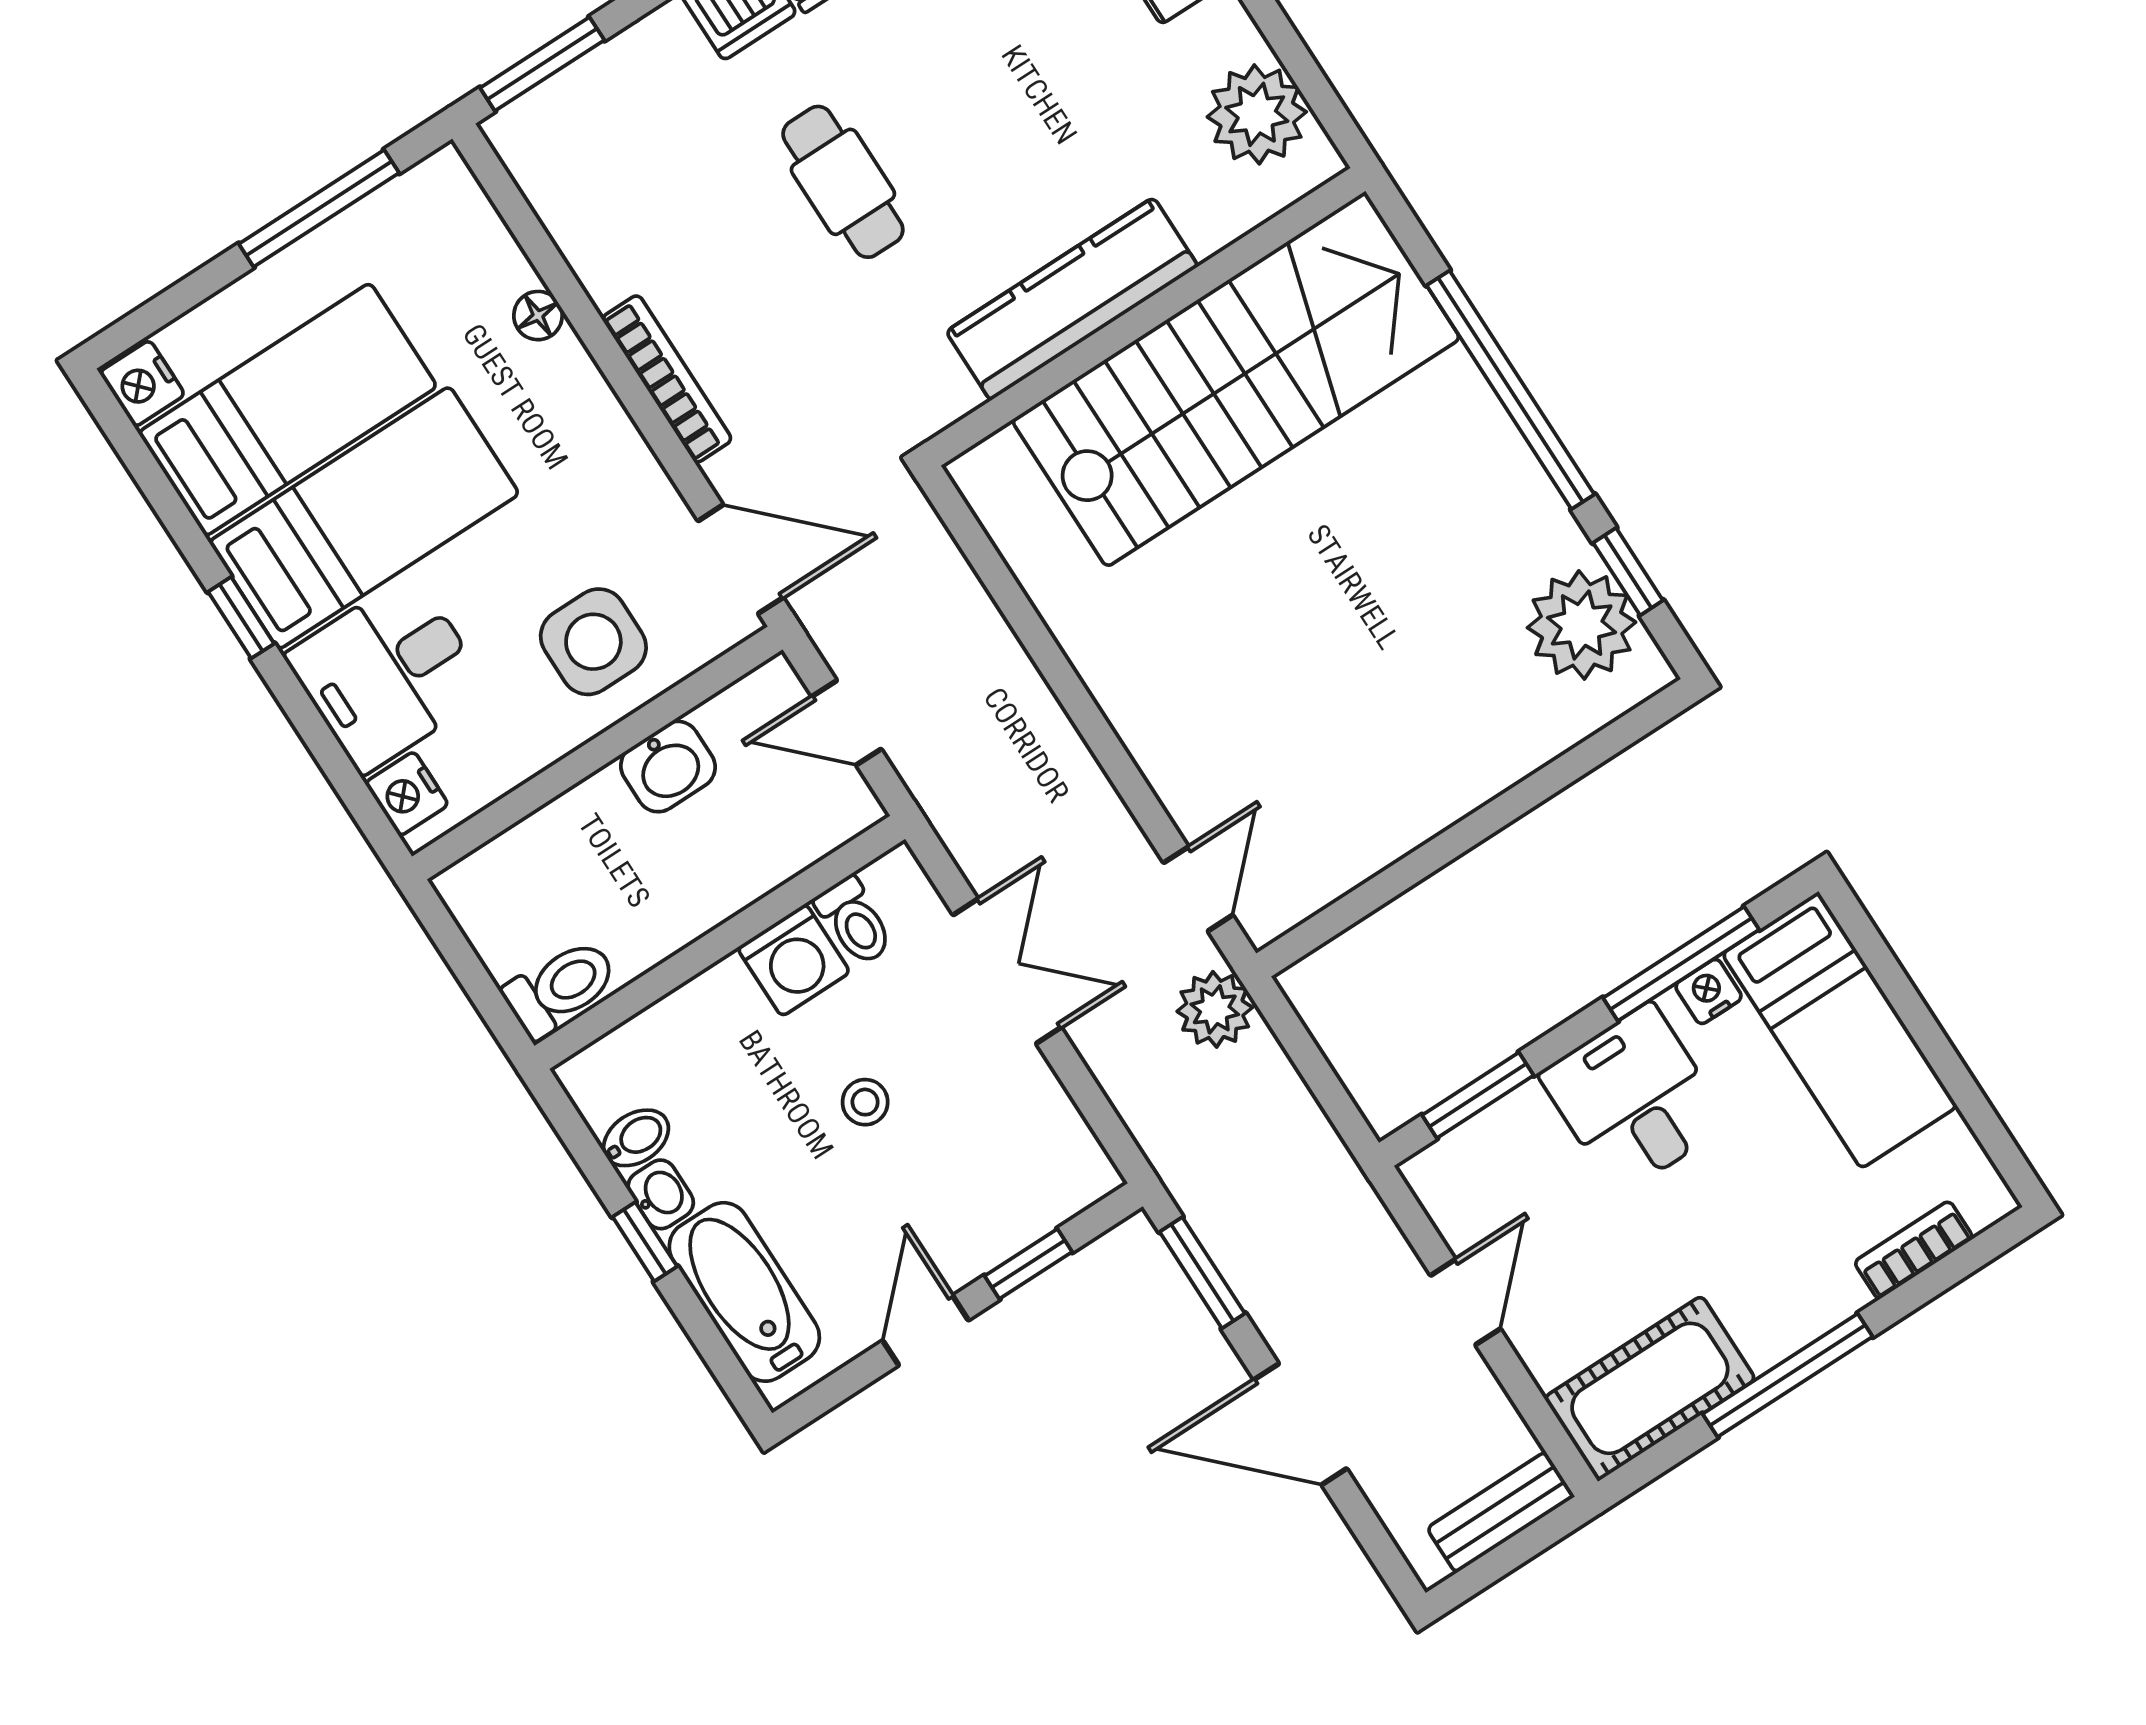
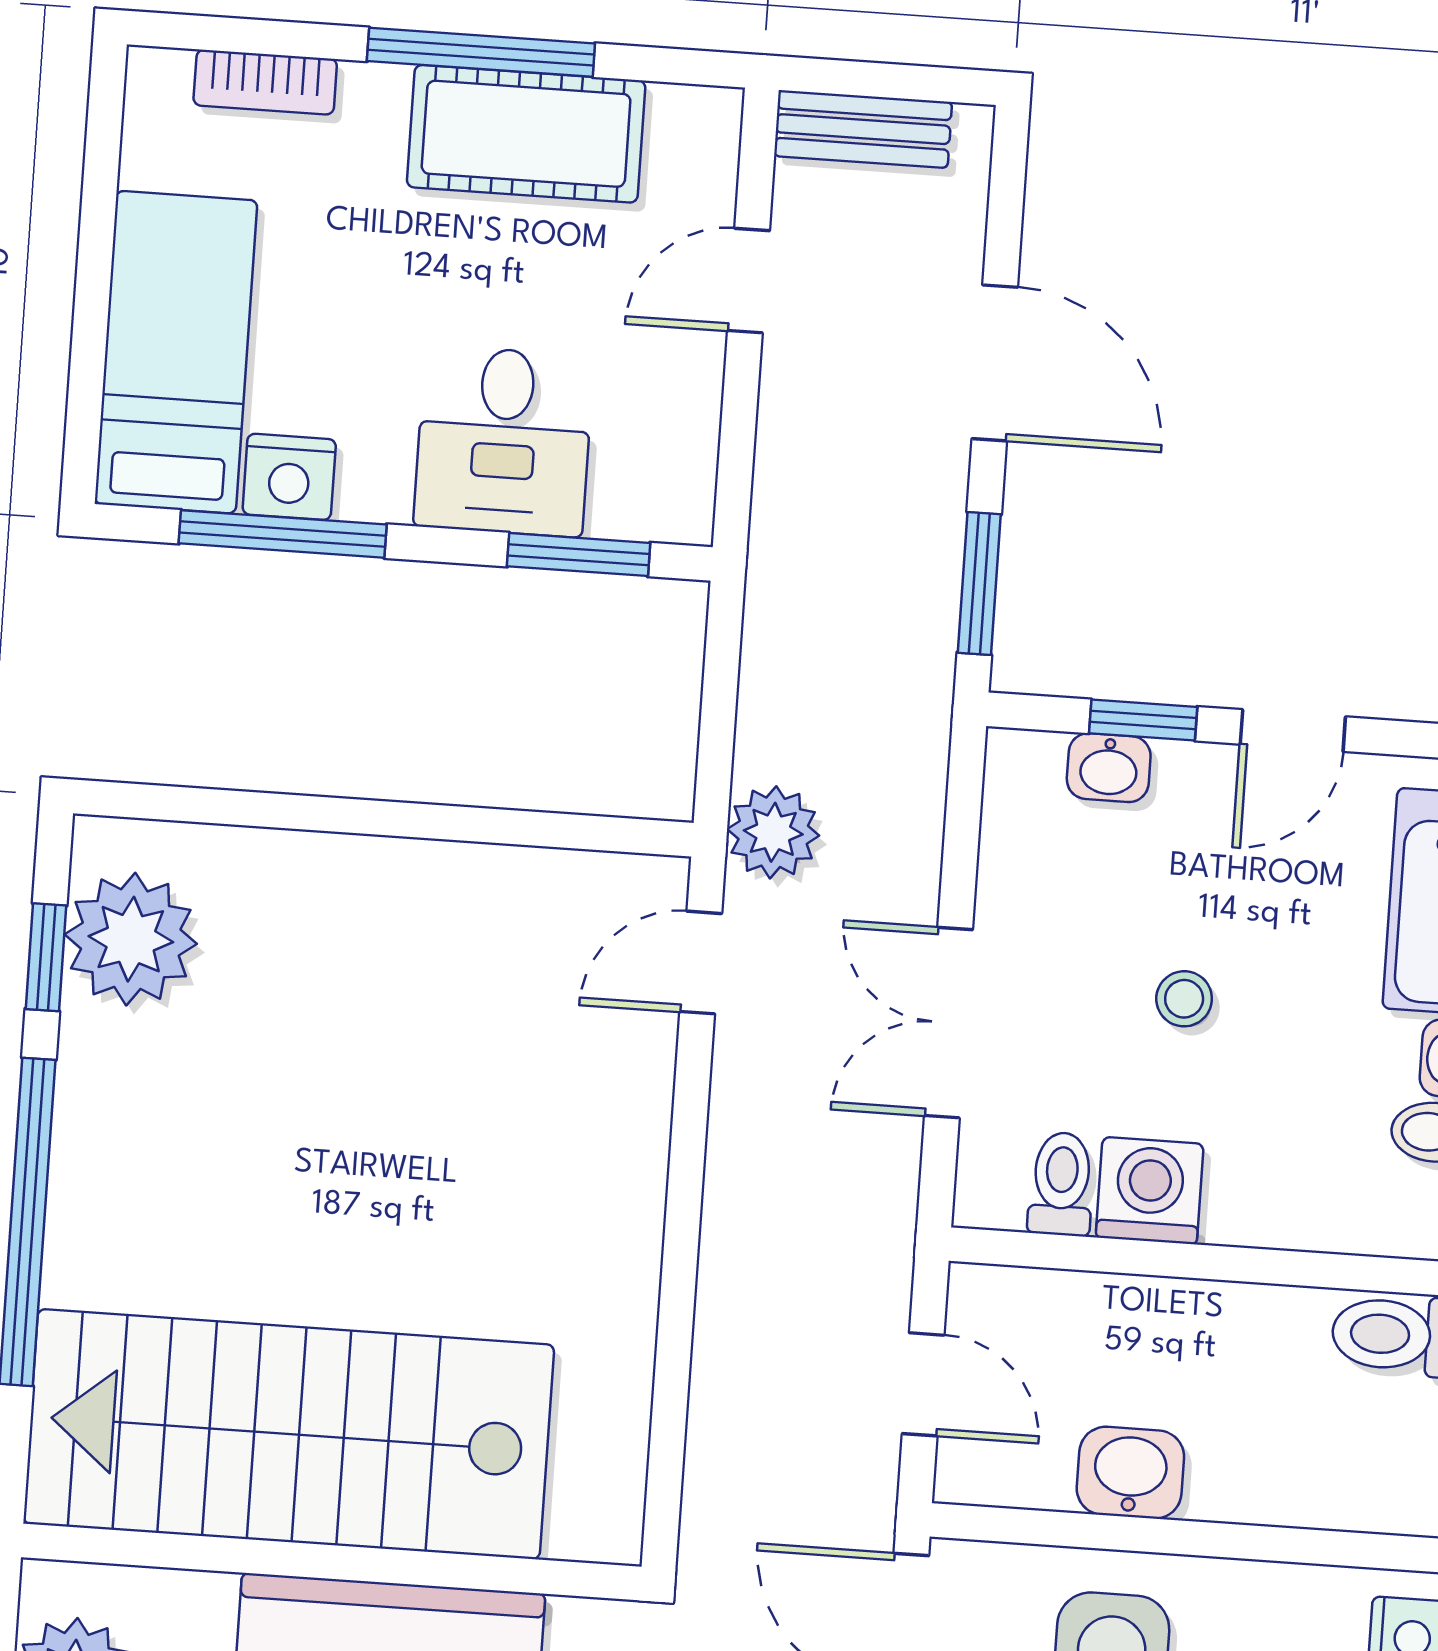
nightstand: (1709, 991) -> (289, 477), width x1.39, depth x1.35
desk: (1634, 1099) -> (504, 441), moved
washbasin: (1028, 1216) -> (1109, 768), added
door: (1465, 1302) -> (748, 281), moved
cot: (1650, 1388) -> (526, 134), moved

